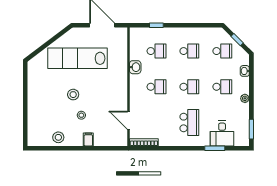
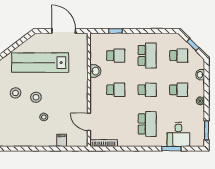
school desk: (189, 51) -> (147, 56), width x1.85
stool: (58, 137) -> (15, 93), moved
filing cabinet: (88, 139) -> (62, 140), moved

